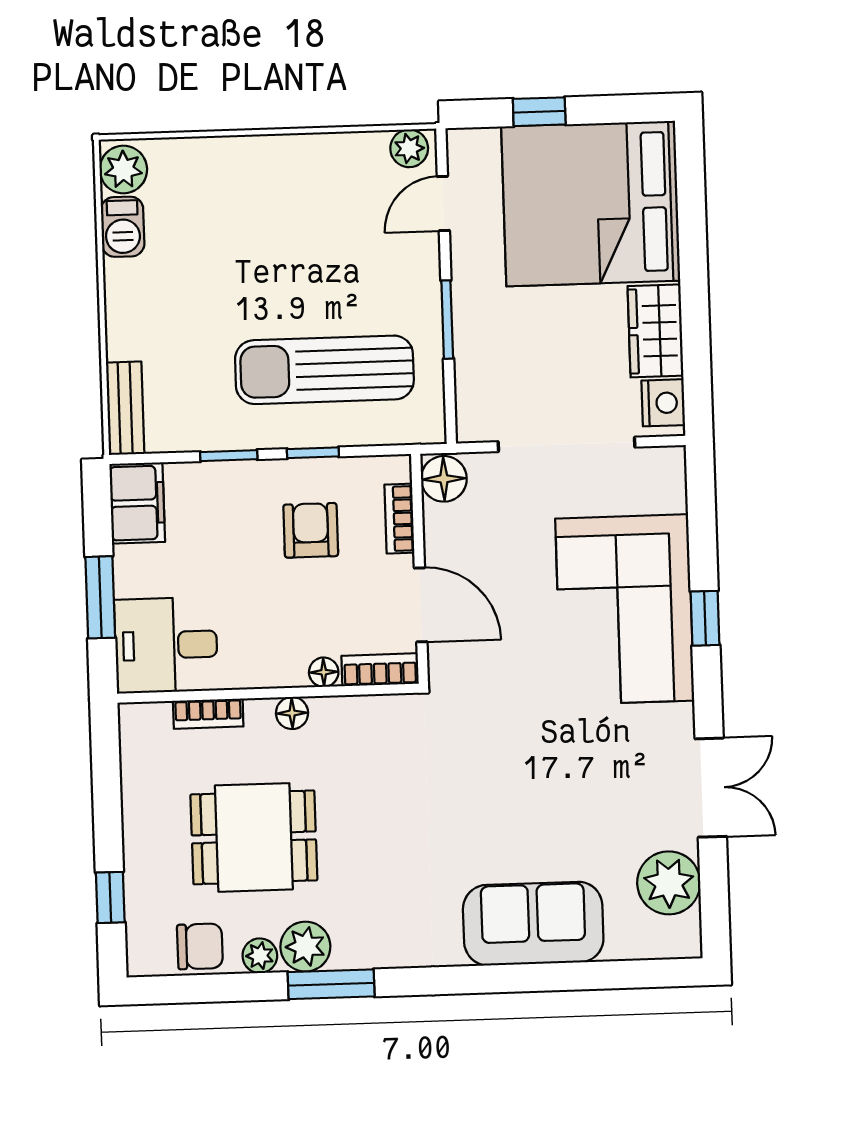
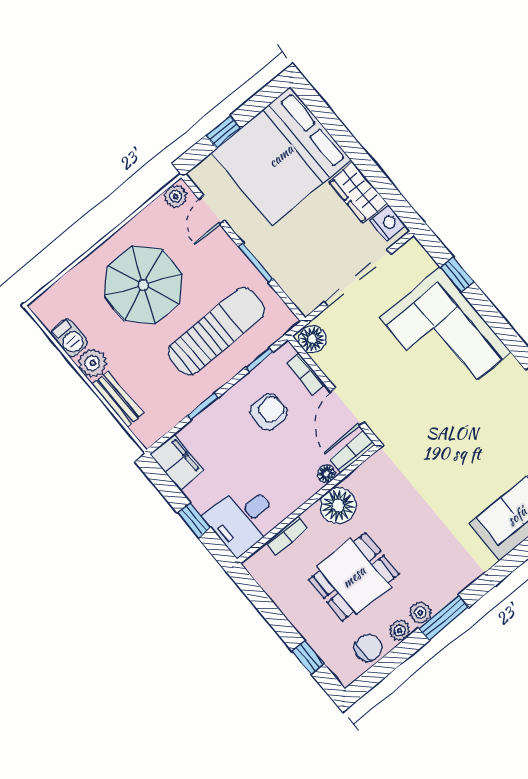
plant: (123, 170) -> (92, 363), moved
parasol: (275, 232) -> (143, 285), added
sun lounger: (324, 370) -> (216, 331), turned 180
bench: (125, 408) -> (118, 399), moved
window: (313, 453) -> (259, 360), moved
armchair: (311, 530) -> (269, 412), turned 90
window: (100, 597) -> (194, 520), width x0.67
door: (421, 605) -> (347, 407), swing flipped
window: (705, 618) -> (457, 274), moved
floor lamp: (292, 713) -> (338, 506), width x1.89, depth x1.89
plant: (305, 947) -> (420, 613), width x0.73, depth x0.73

